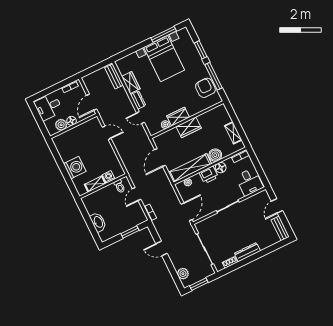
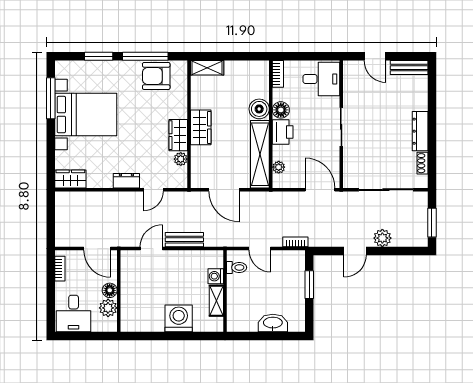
bench: (114, 76) -> (184, 240), moved
wardrobe: (131, 83) -> (70, 179), moved
shelving: (233, 133) -> (207, 68), moved
plant: (183, 274) -> (382, 238), moved

